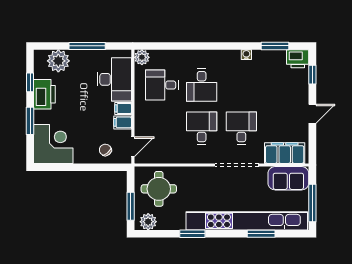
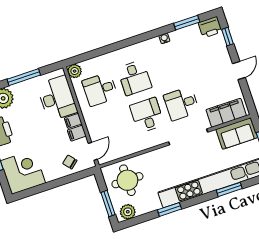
desk: (241, 128) -> (181, 104), turned -90

